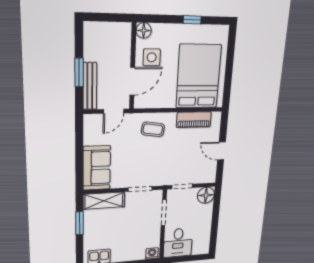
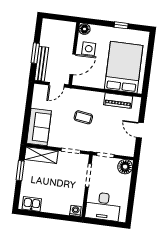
coffee table: (153, 129) -> (83, 117), moved
desk: (178, 243) -> (103, 206), width x1.37

